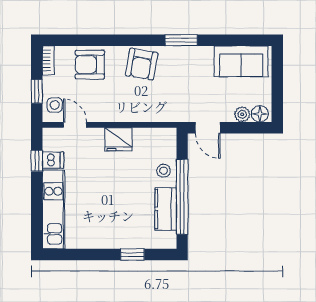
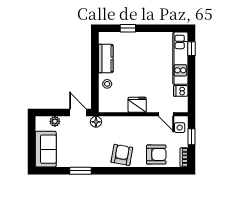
window: (181, 40) -> (81, 171), moved
sofa: (241, 61) -> (46, 149), moved, turned 90
floor lamp: (260, 114) -> (96, 122), moved
window: (37, 161) -> (191, 49), moved
window: (182, 197) -> (95, 67), removed

